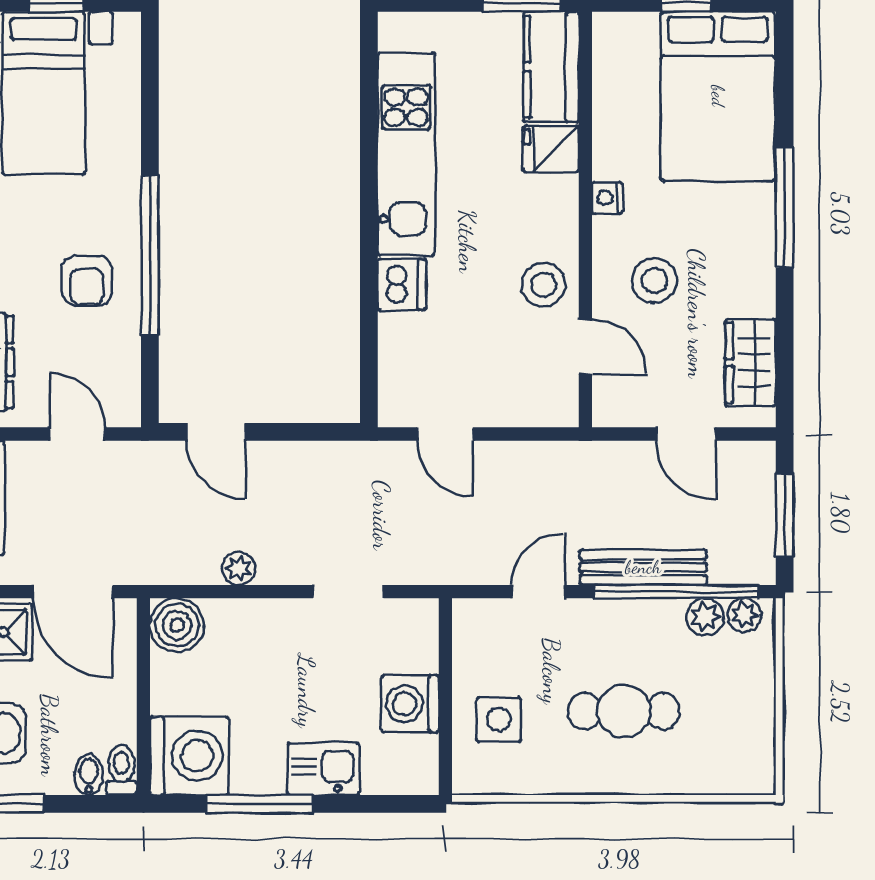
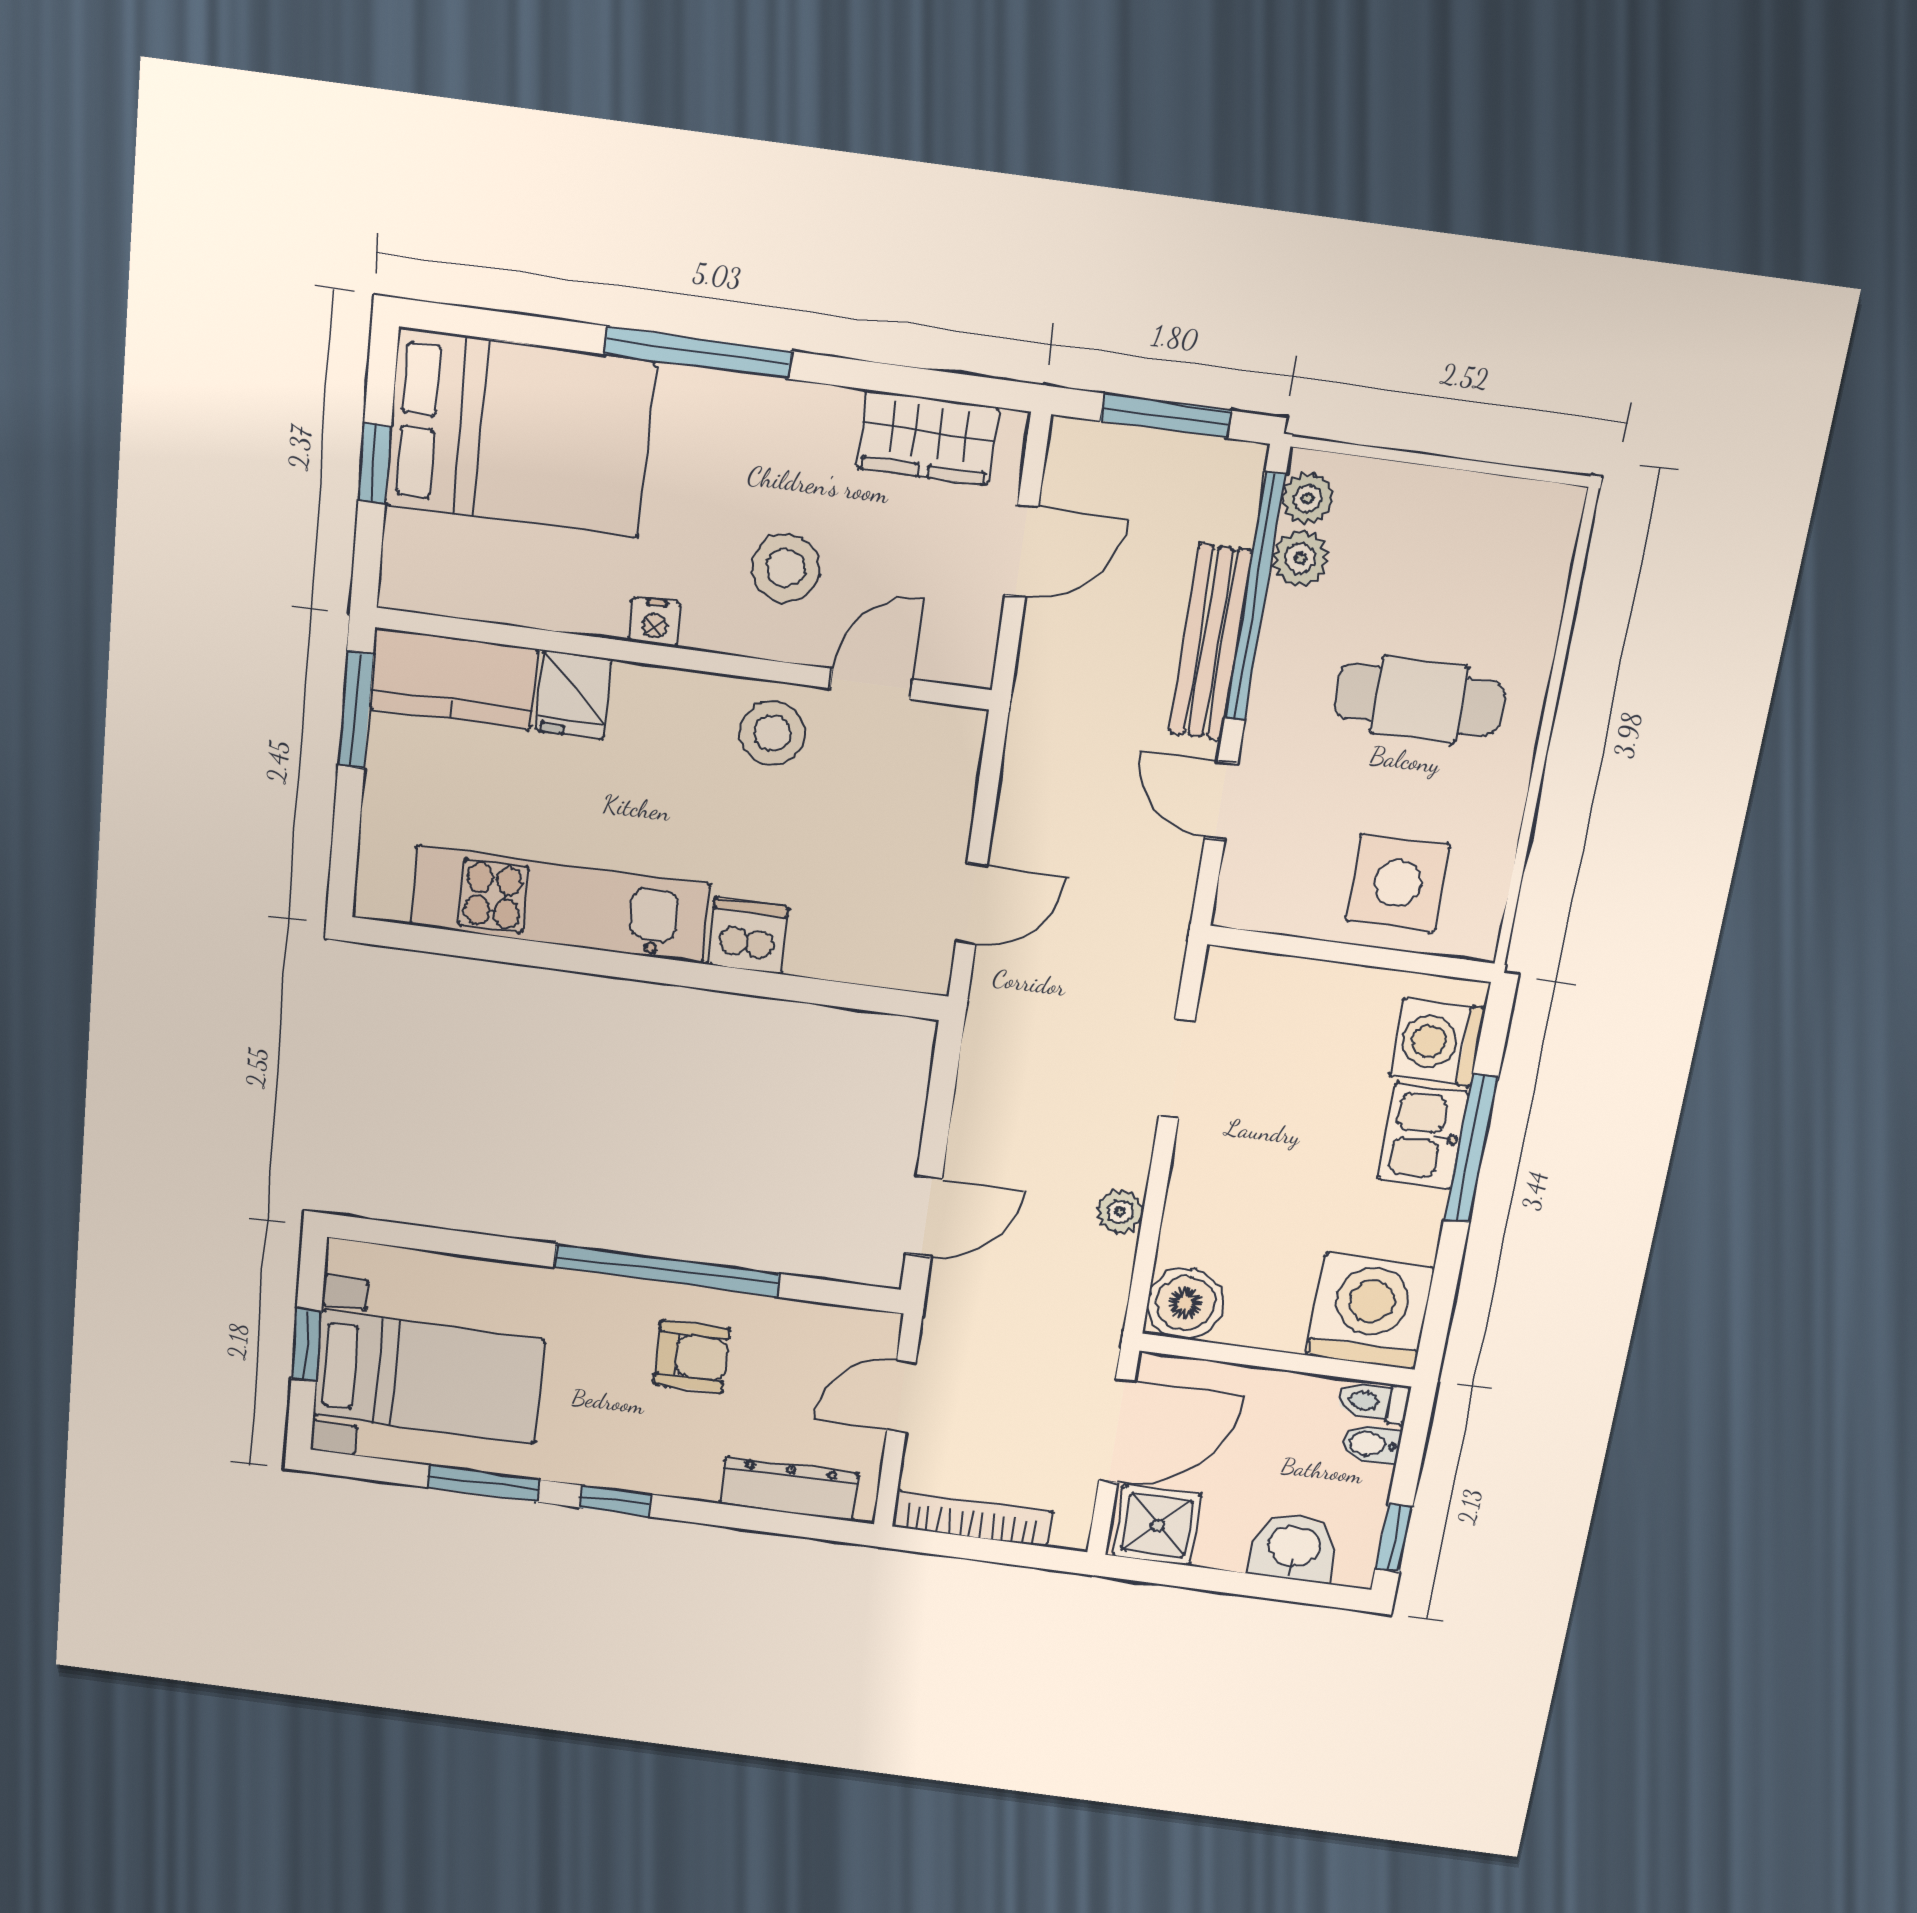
washing machine: (410, 704) -> (1437, 1042), moved, turned 90
cafe table: (624, 711) -> (1419, 700), turned 90
side table: (499, 719) -> (1398, 883), width x1.37, depth x1.37
window: (260, 804) -> (1471, 1149), moved

